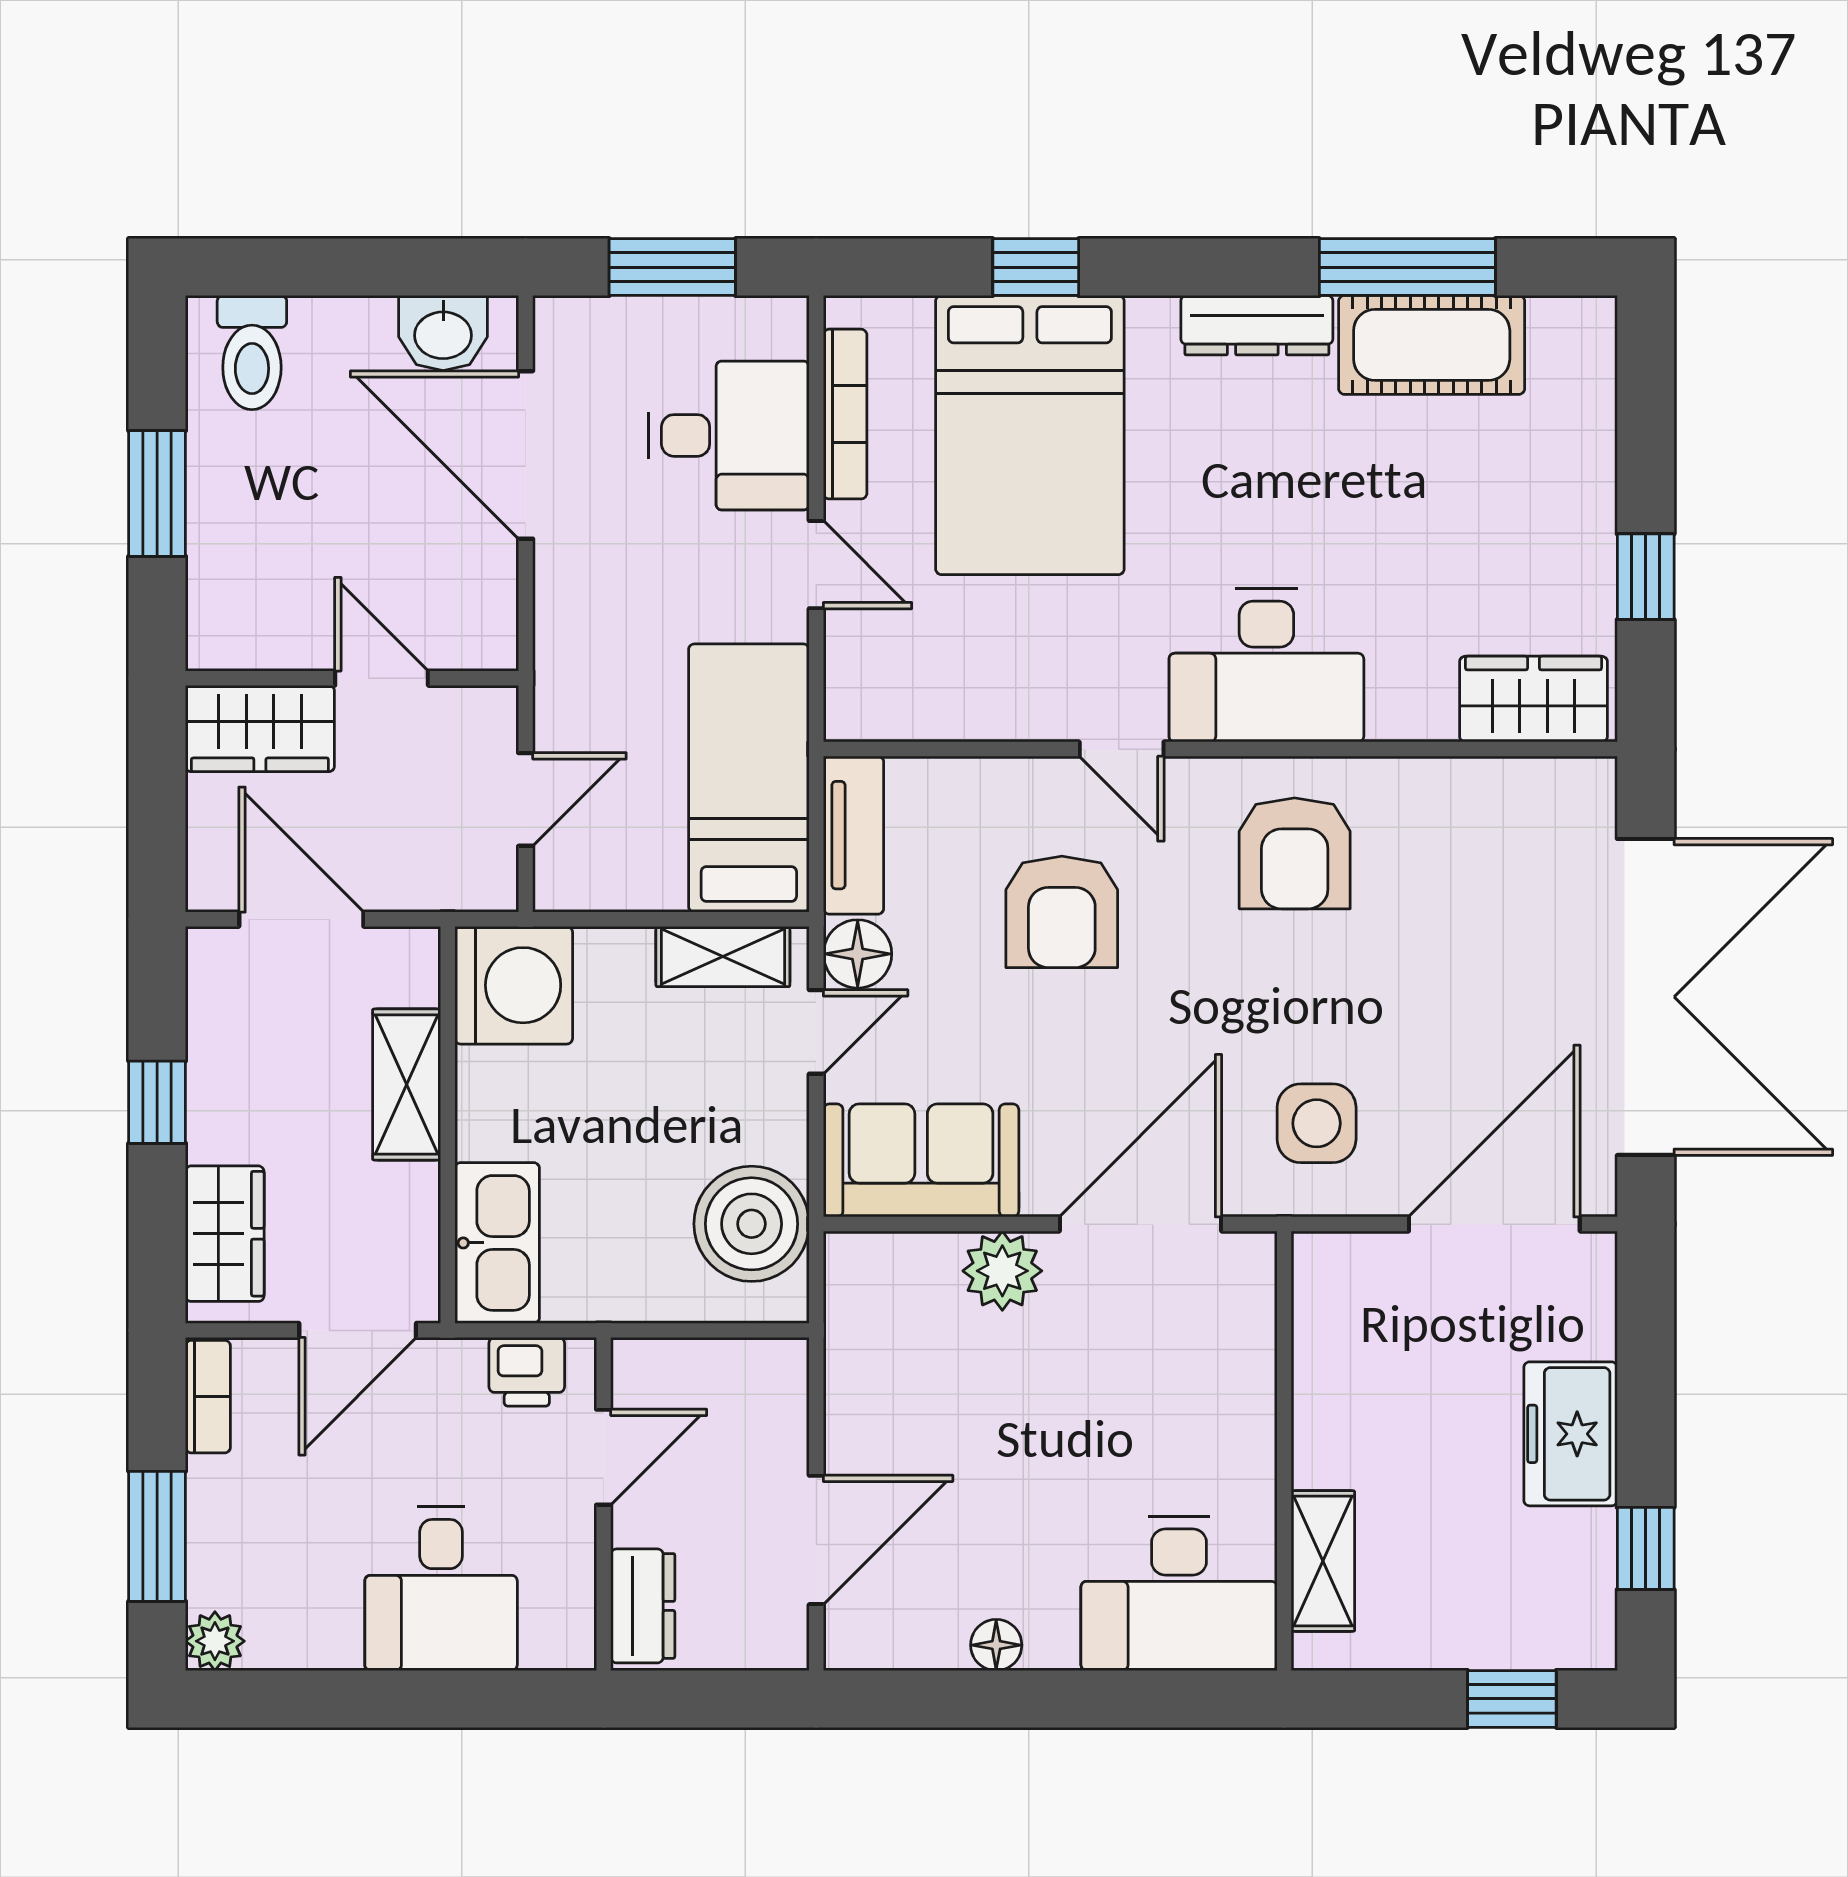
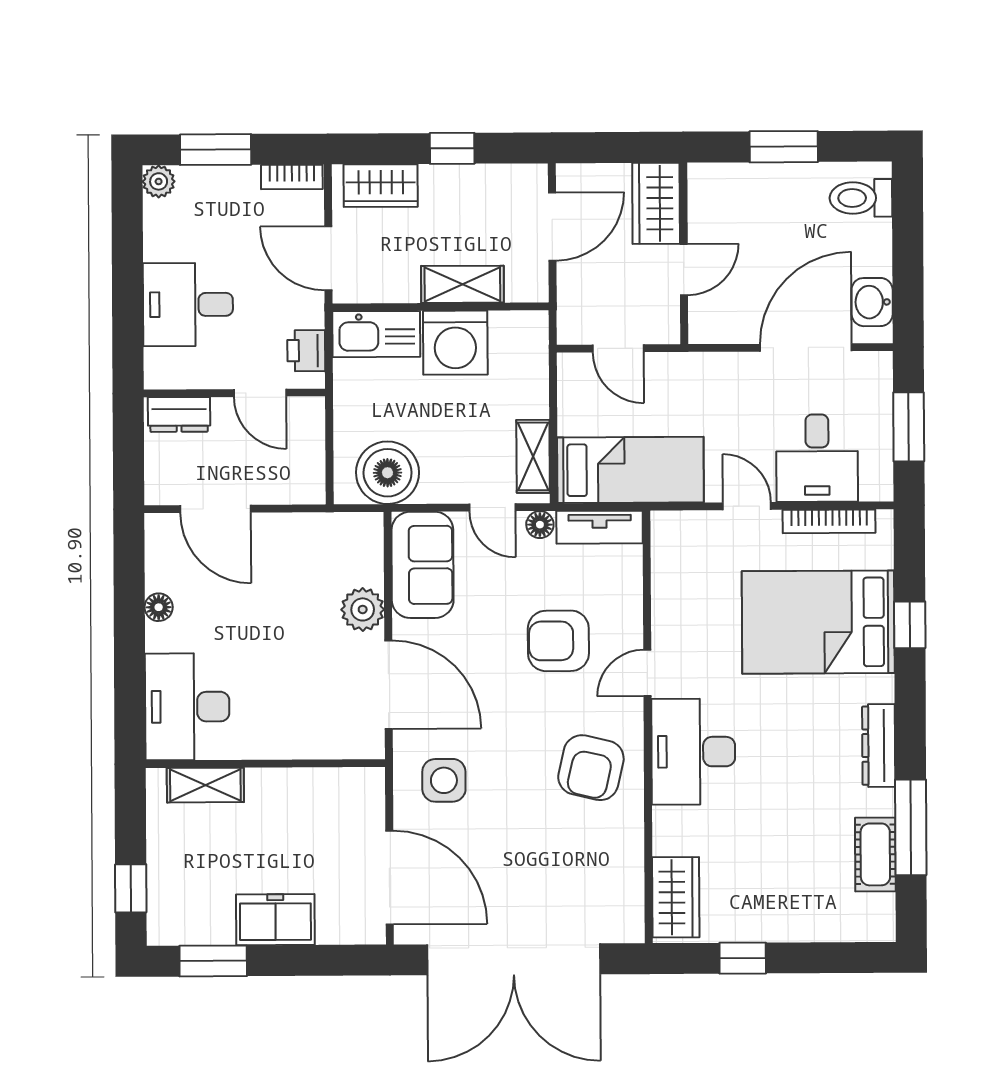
cot: (1432, 345) -> (875, 854), width x0.73, depth x0.75
door: (816, 565) -> (747, 506), swing flipped
armchair: (1295, 853) -> (591, 768), turned -77
floor lamp: (858, 954) -> (540, 525), width x0.73, depth x0.73
washing machine: (514, 985) -> (455, 343), moved
window: (1646, 1548) -> (213, 961), width x1.50

